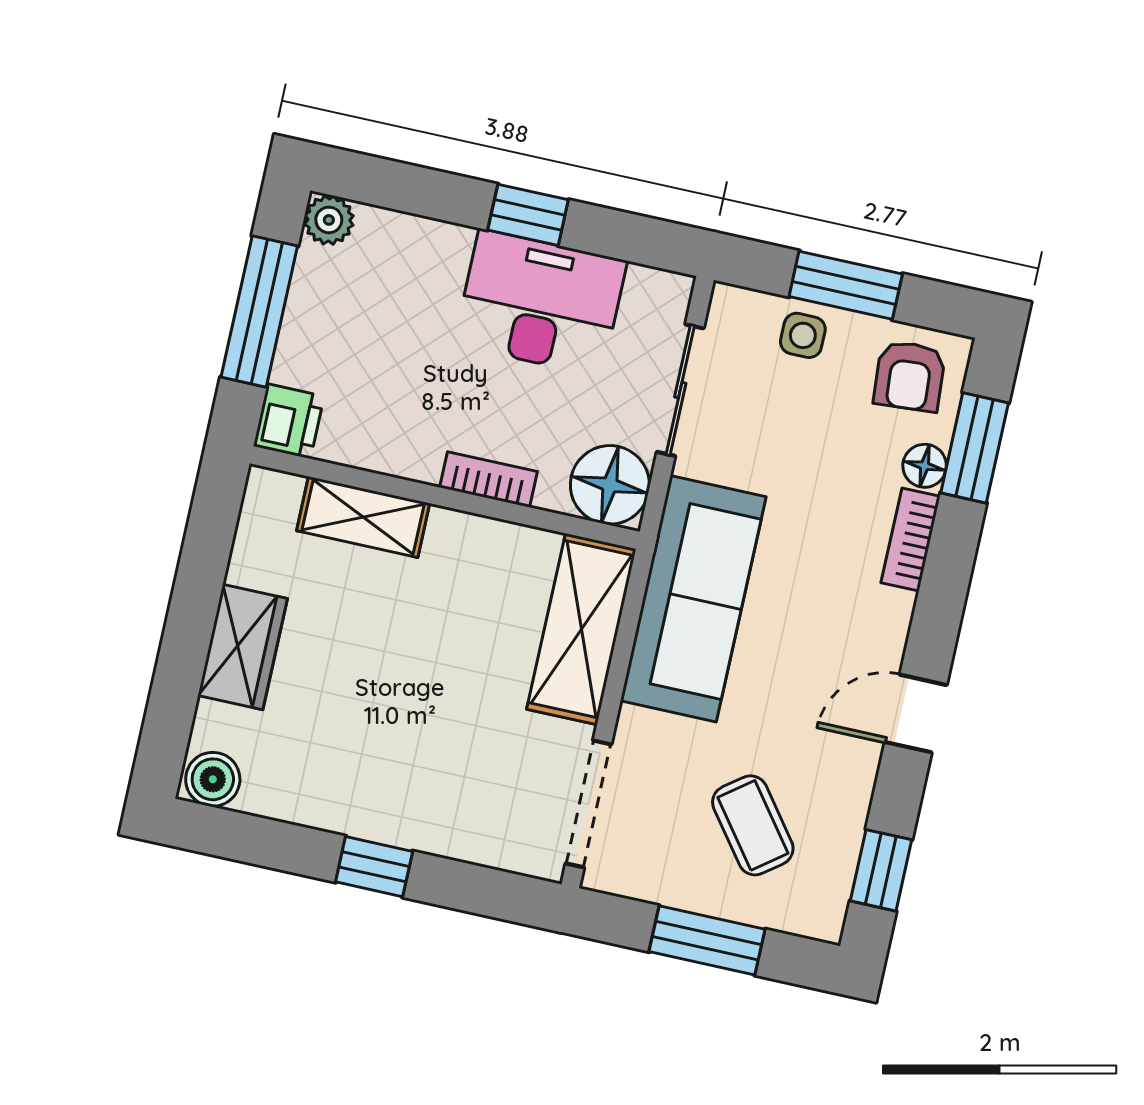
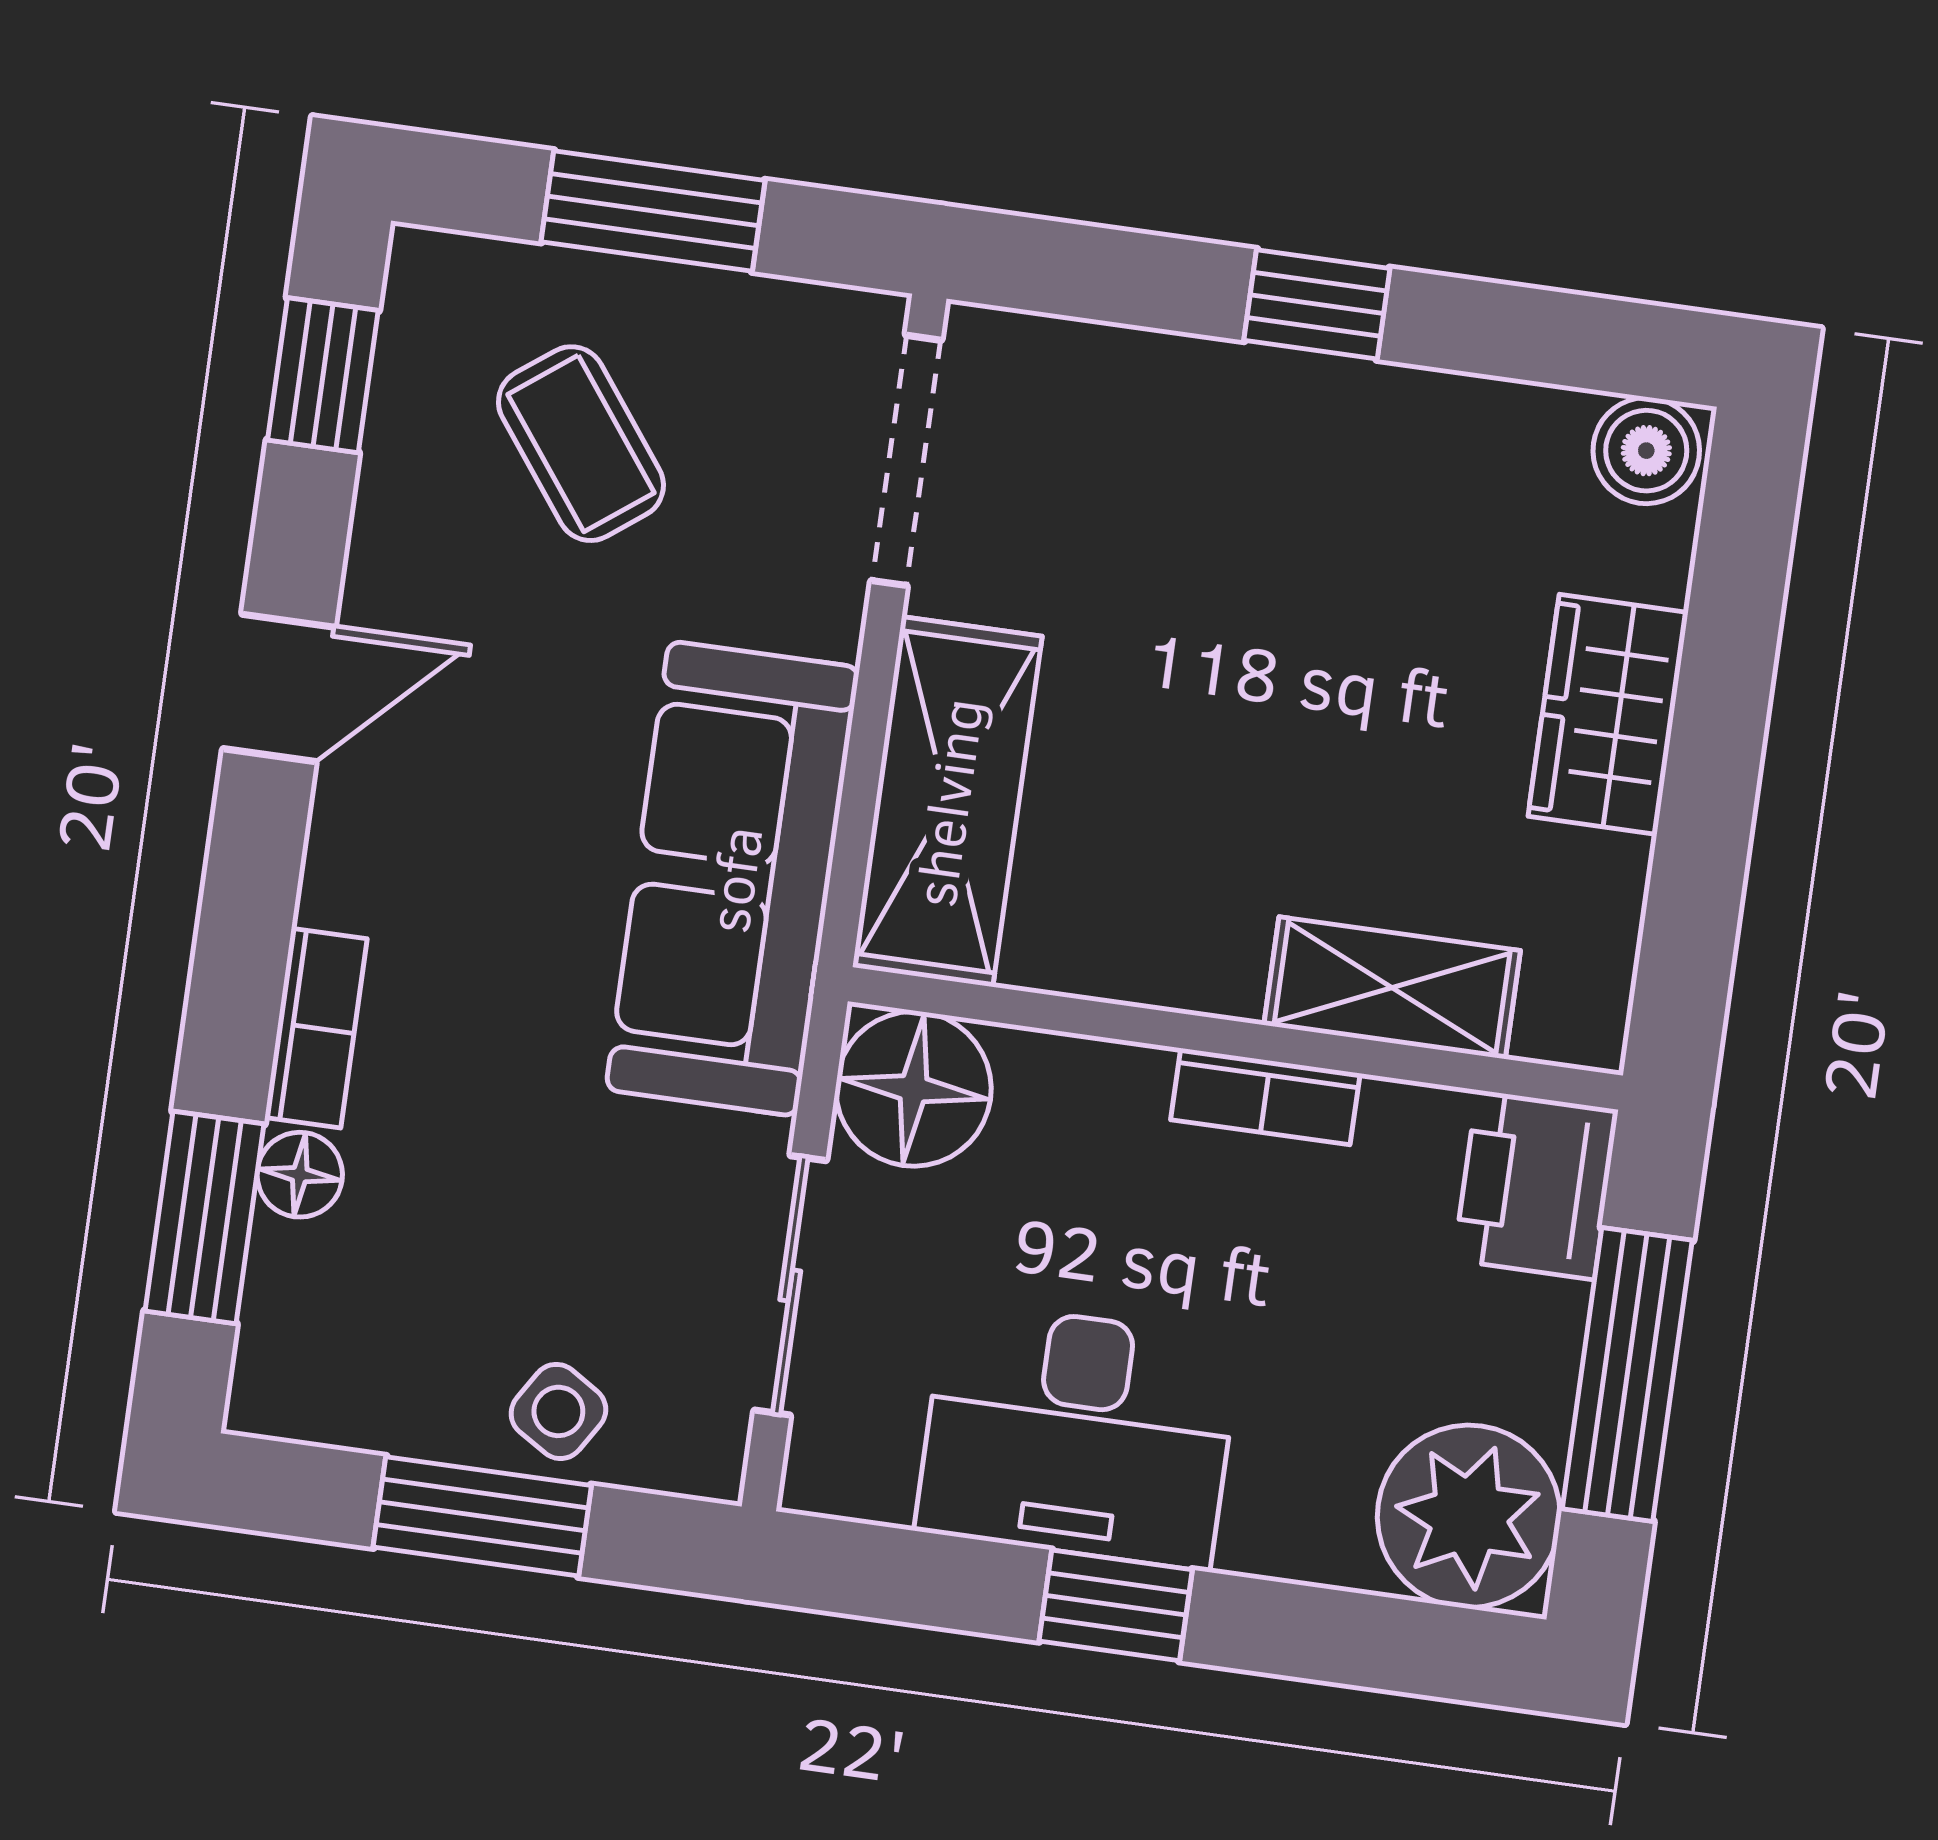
plant: (329, 220) -> (1469, 1516), width x1.87, depth x1.87
side table: (803, 335) -> (558, 1411), turned 32
armchair: (910, 376) -> (343, 1348), removed
printer: (289, 421) -> (1536, 1185), width x1.36, depth x1.24
bookcase: (489, 479) -> (1265, 1097), moved

